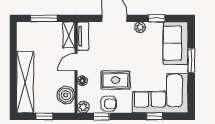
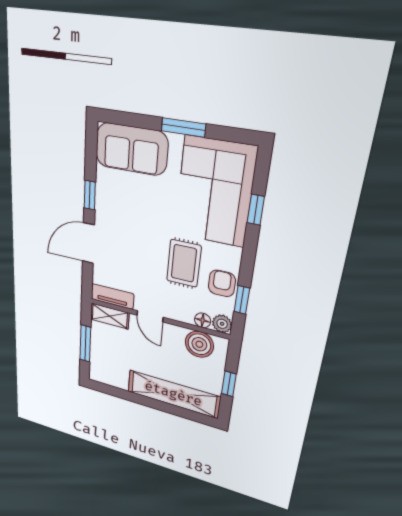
window: (157, 18) -> (90, 195), moved
plant: (140, 27) -> (103, 206), removed
window: (191, 61) -> (183, 127), moved
floor lamp: (82, 81) -> (203, 320), moved

